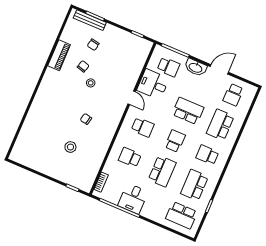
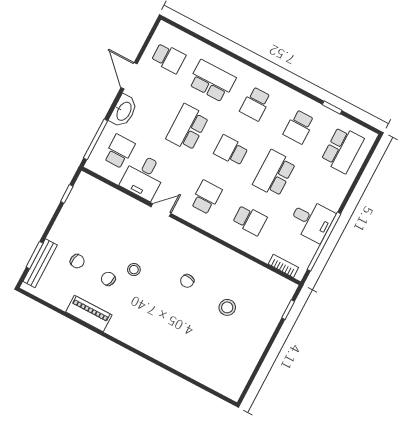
school desk: (220, 125) -> (212, 81), turned 180
school desk: (130, 157) -> (250, 220), turned -90
school desk: (162, 171) -> (274, 173), turned -90
school desk: (194, 185) -> (299, 127), width x0.54

